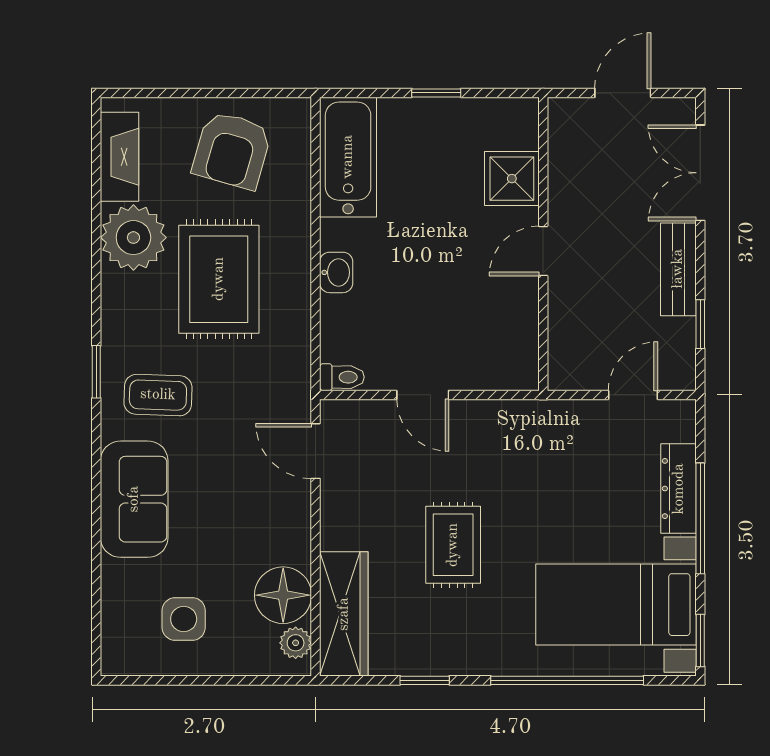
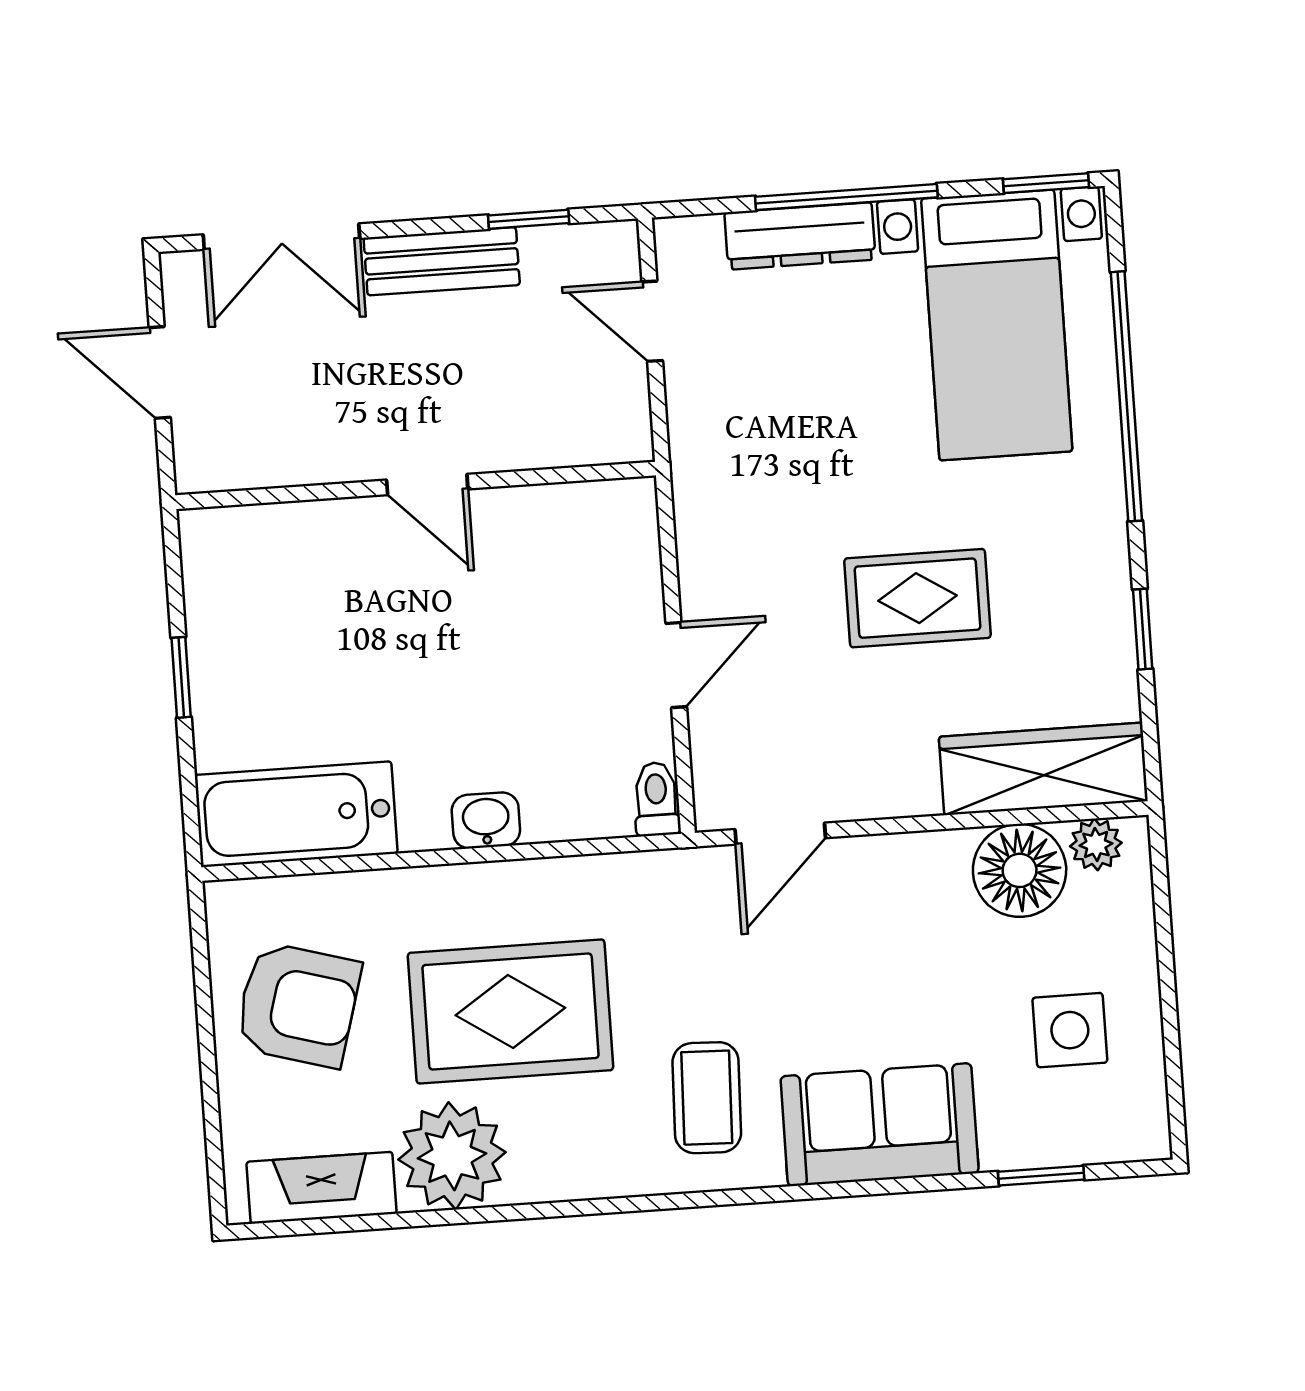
shower: (512, 179) -> (312, 544), removed
window: (96, 372) -> (1041, 1176), moved

